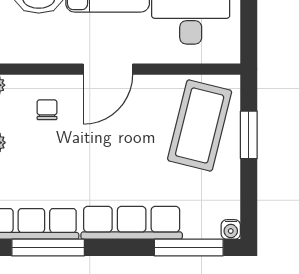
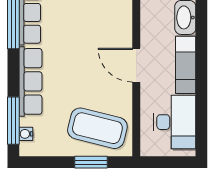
chair: (47, 110) -> (108, 23), removed
water cooler: (231, 229) -> (26, 134), moved

